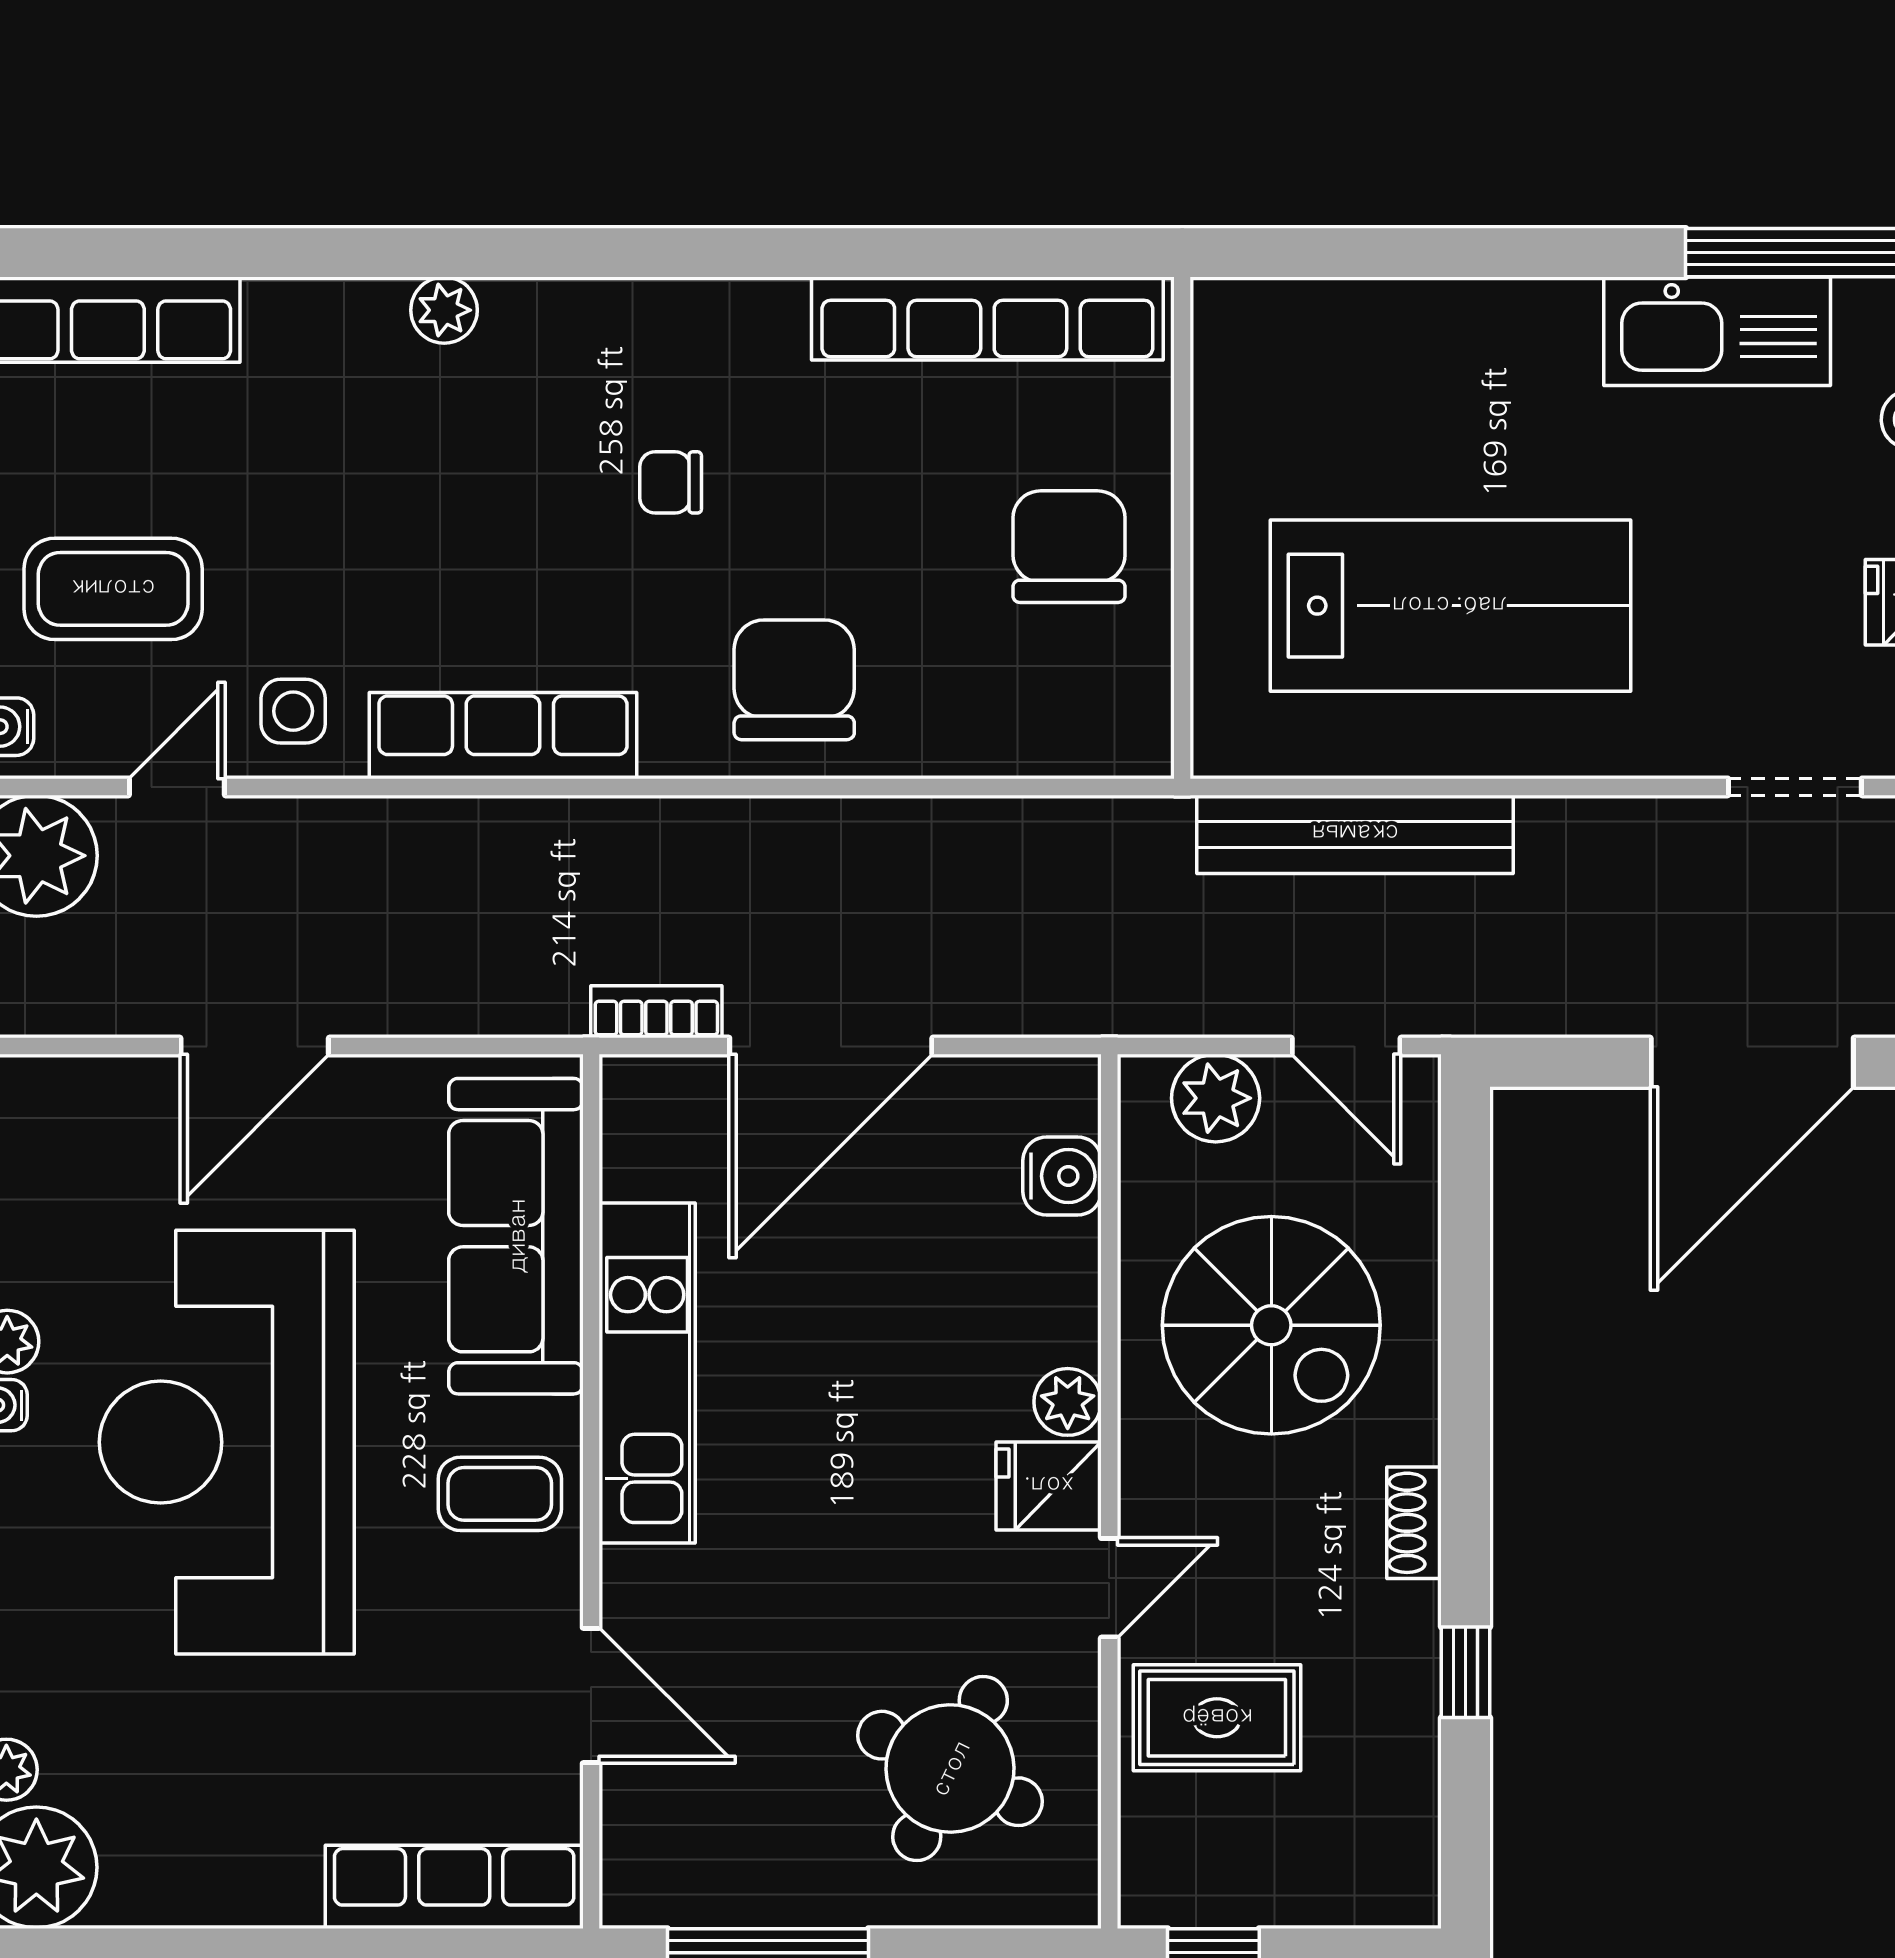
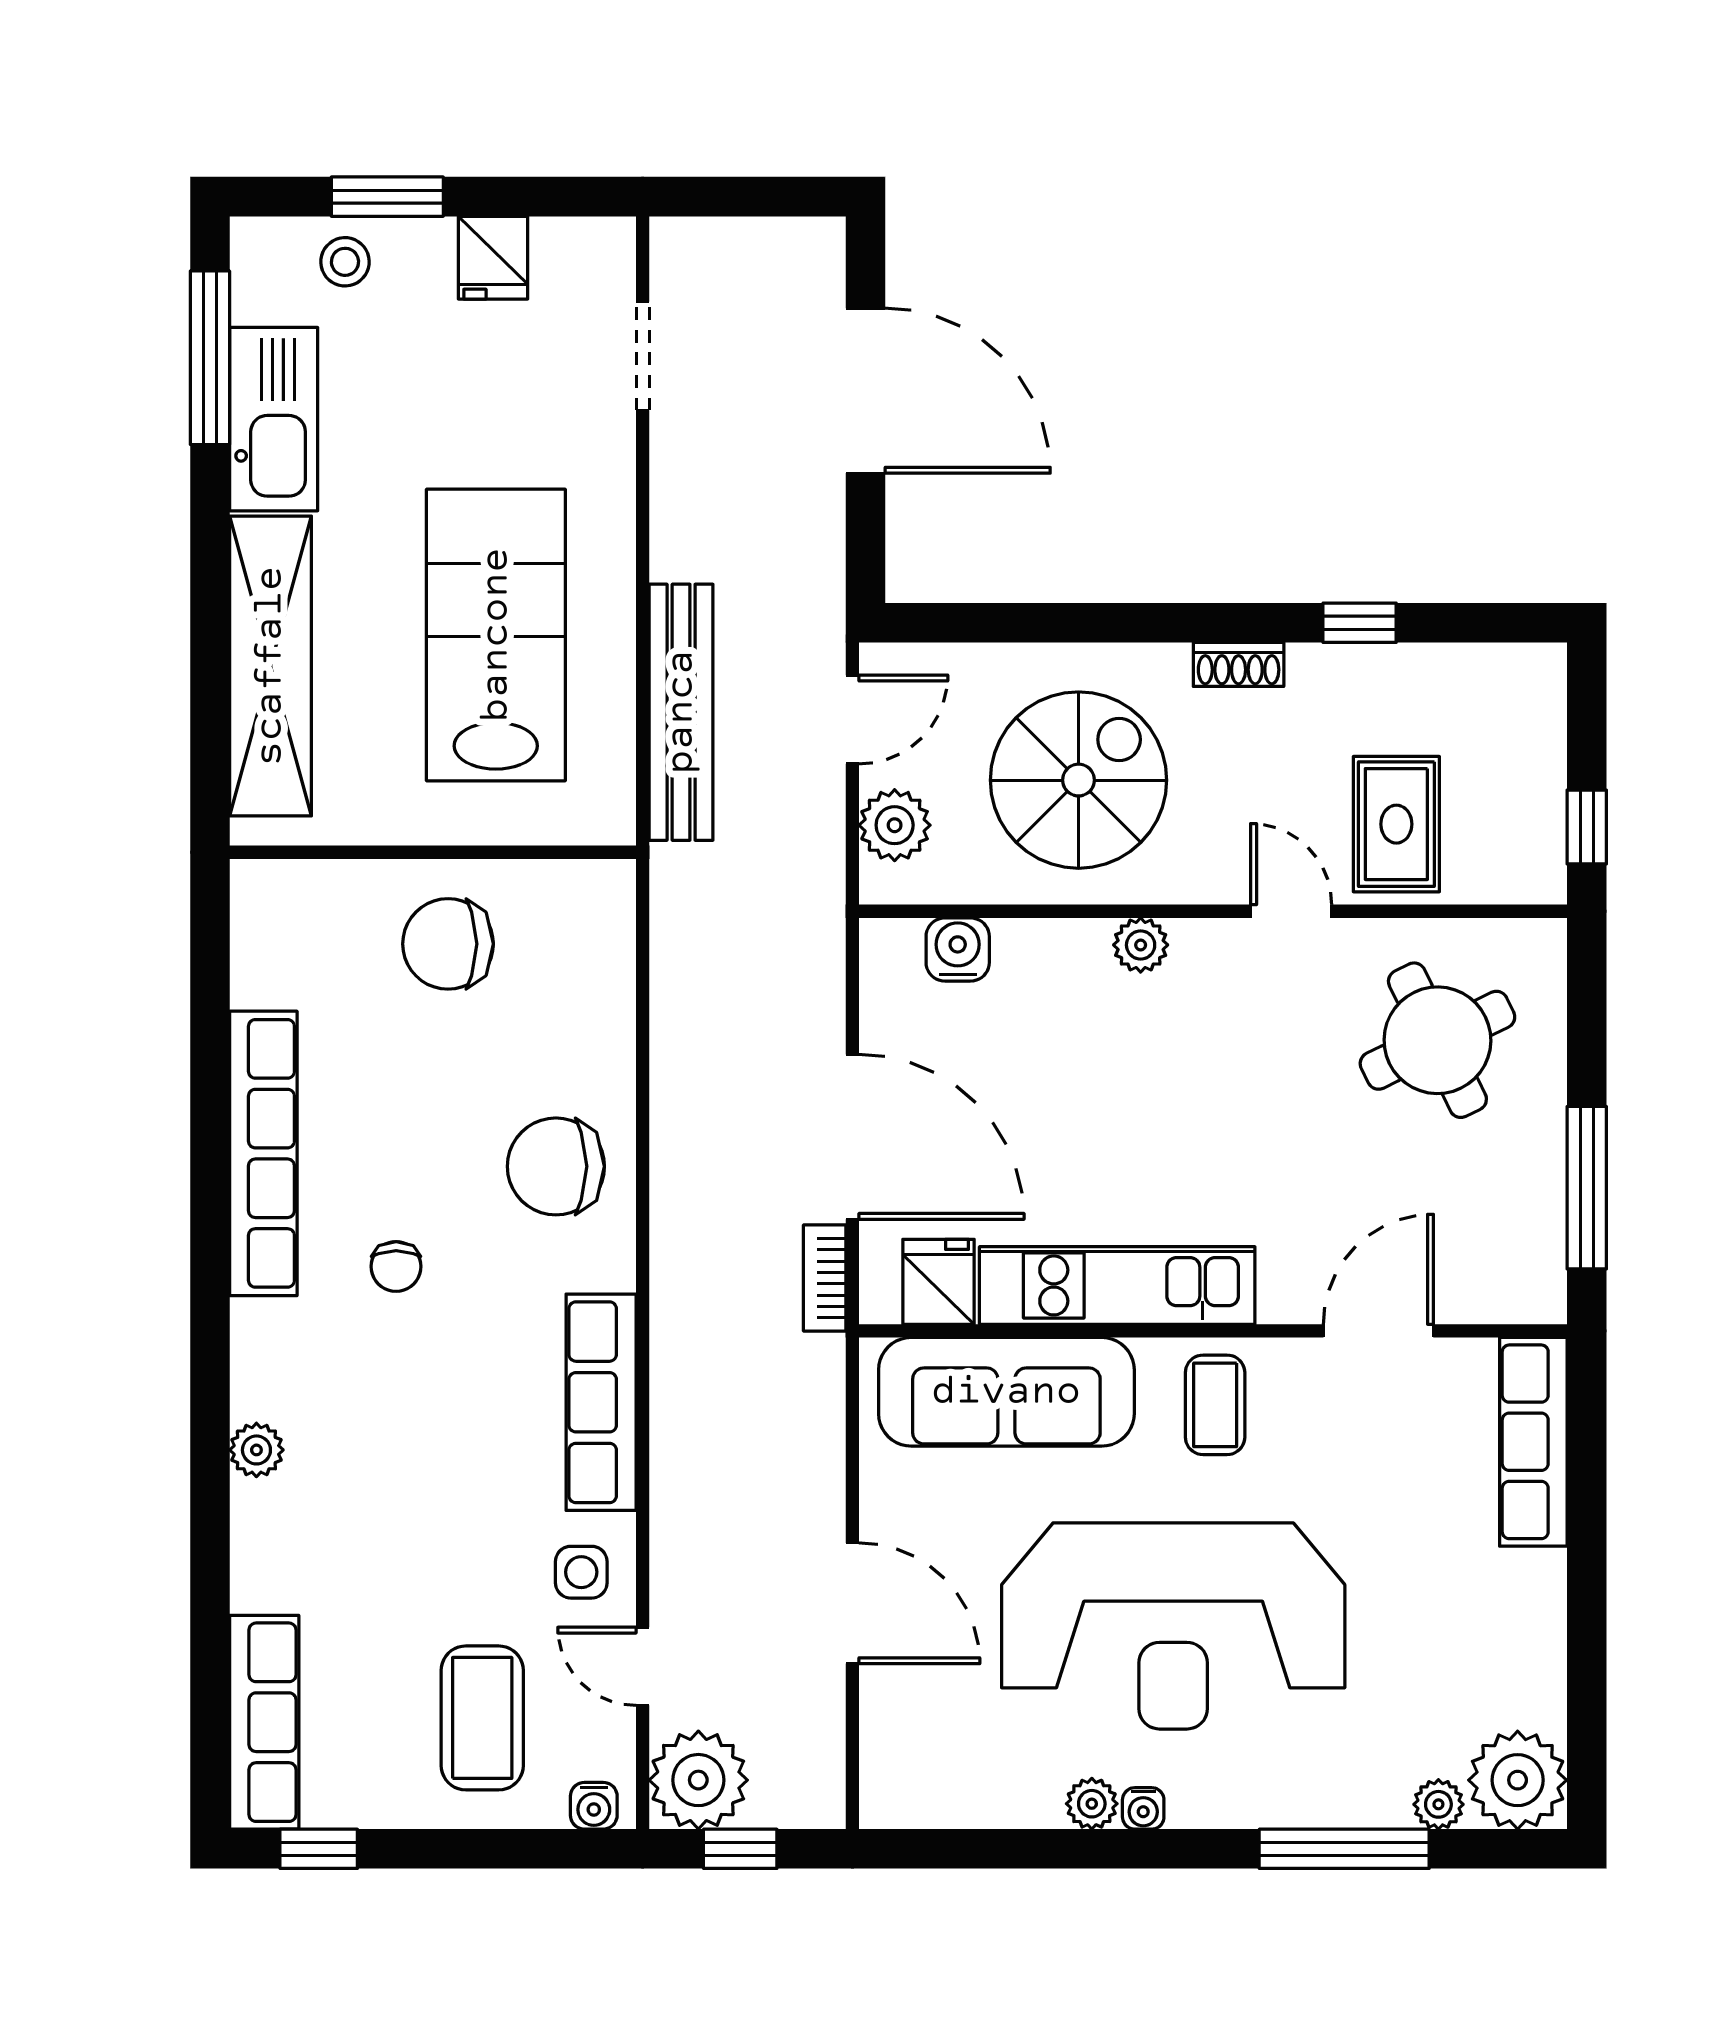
row of seats: (987, 319) -> (263, 1153), moved
shelving: (1412, 327) -> (270, 666), added
fridge: (1049, 1486) -> (938, 1282), moved, turned 180
round table: (950, 1768) -> (1437, 1040), turned 38

